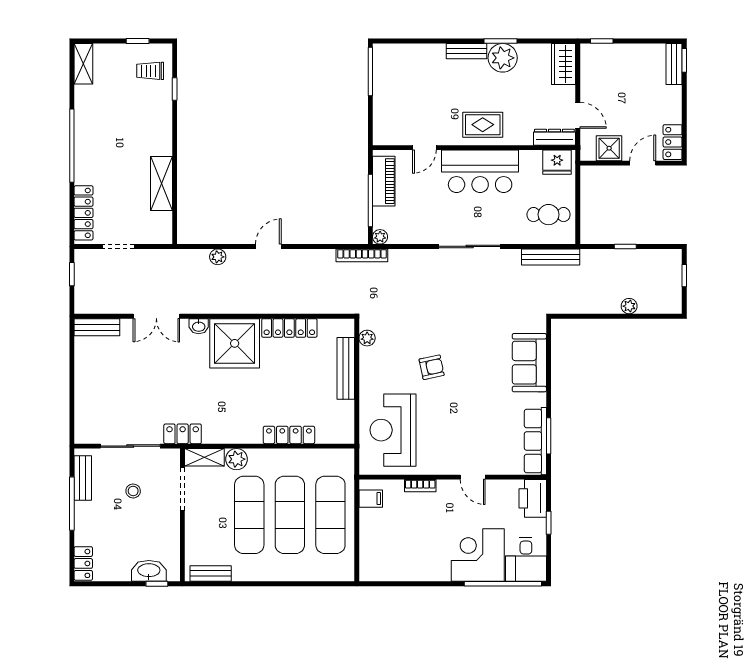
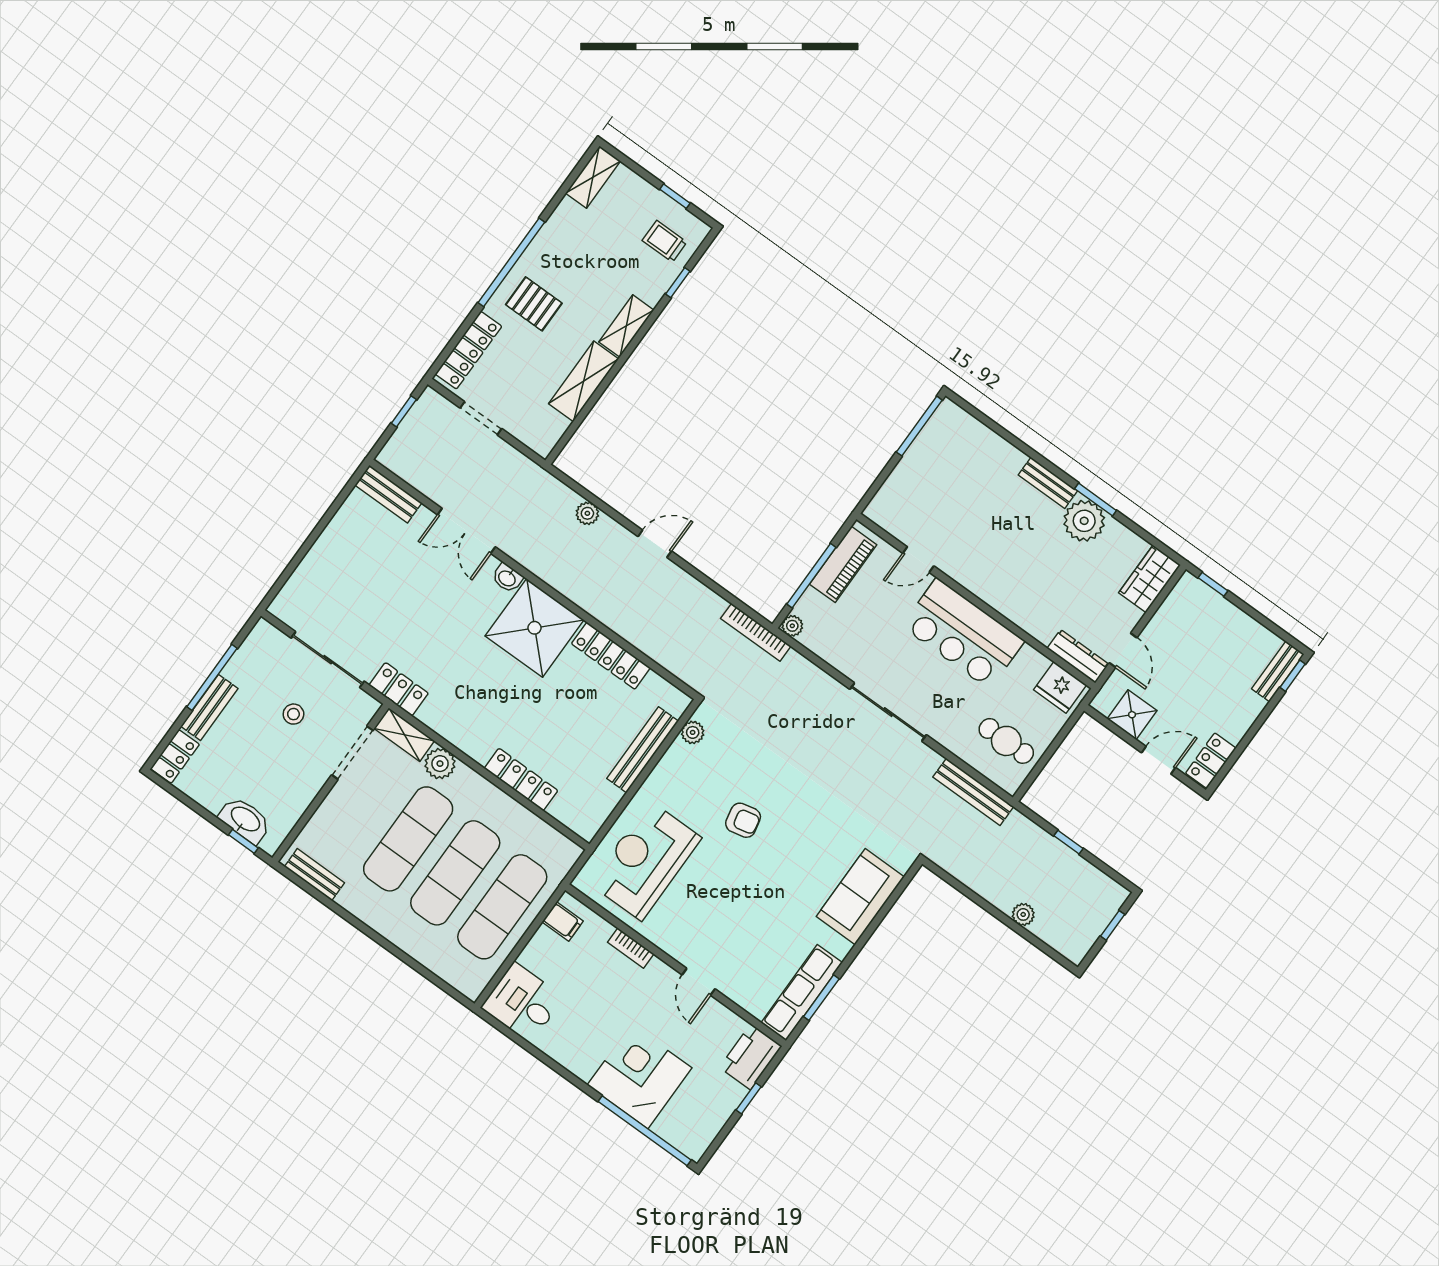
rug: (483, 125) -> (1005, 582), removed
shelving: (163, 135) -> (626, 326), added
pallet: (102, 160) -> (534, 304), added
bench: (83, 478) -> (209, 707), moved
desk: (526, 559) -> (522, 1003), moved, turned 90

